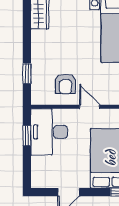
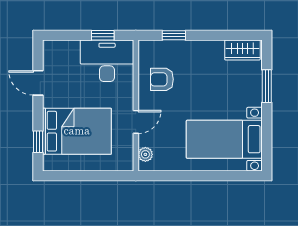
door: (90, 107) -> (136, 122), moved

